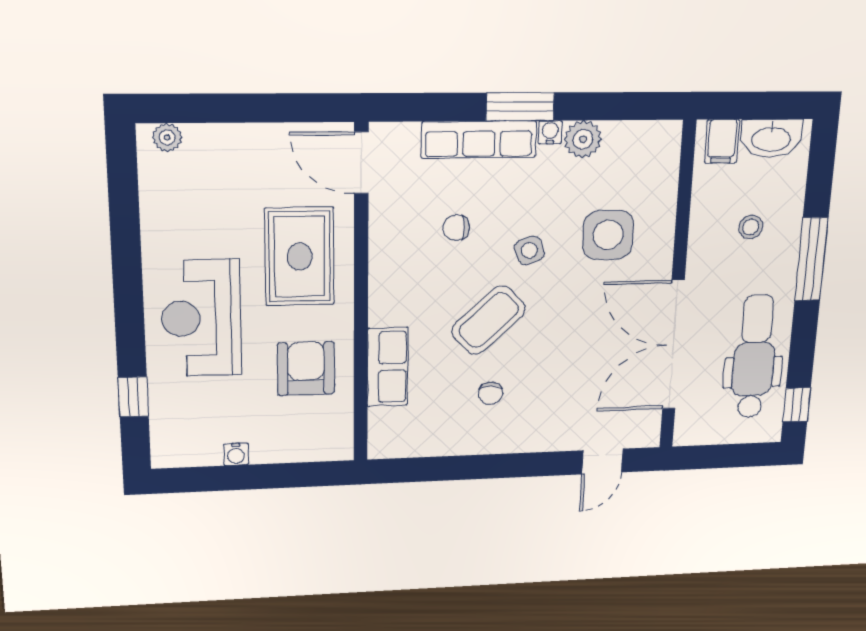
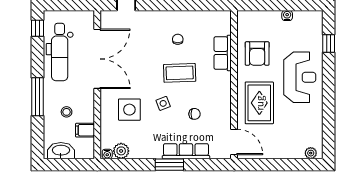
water cooler: (550, 132) -> (107, 154), moved
plant: (583, 139) -> (121, 151), moved
filing cabinet: (722, 141) -> (85, 130), moved, turned -90
coffee table: (489, 320) -> (180, 73), turned 41

